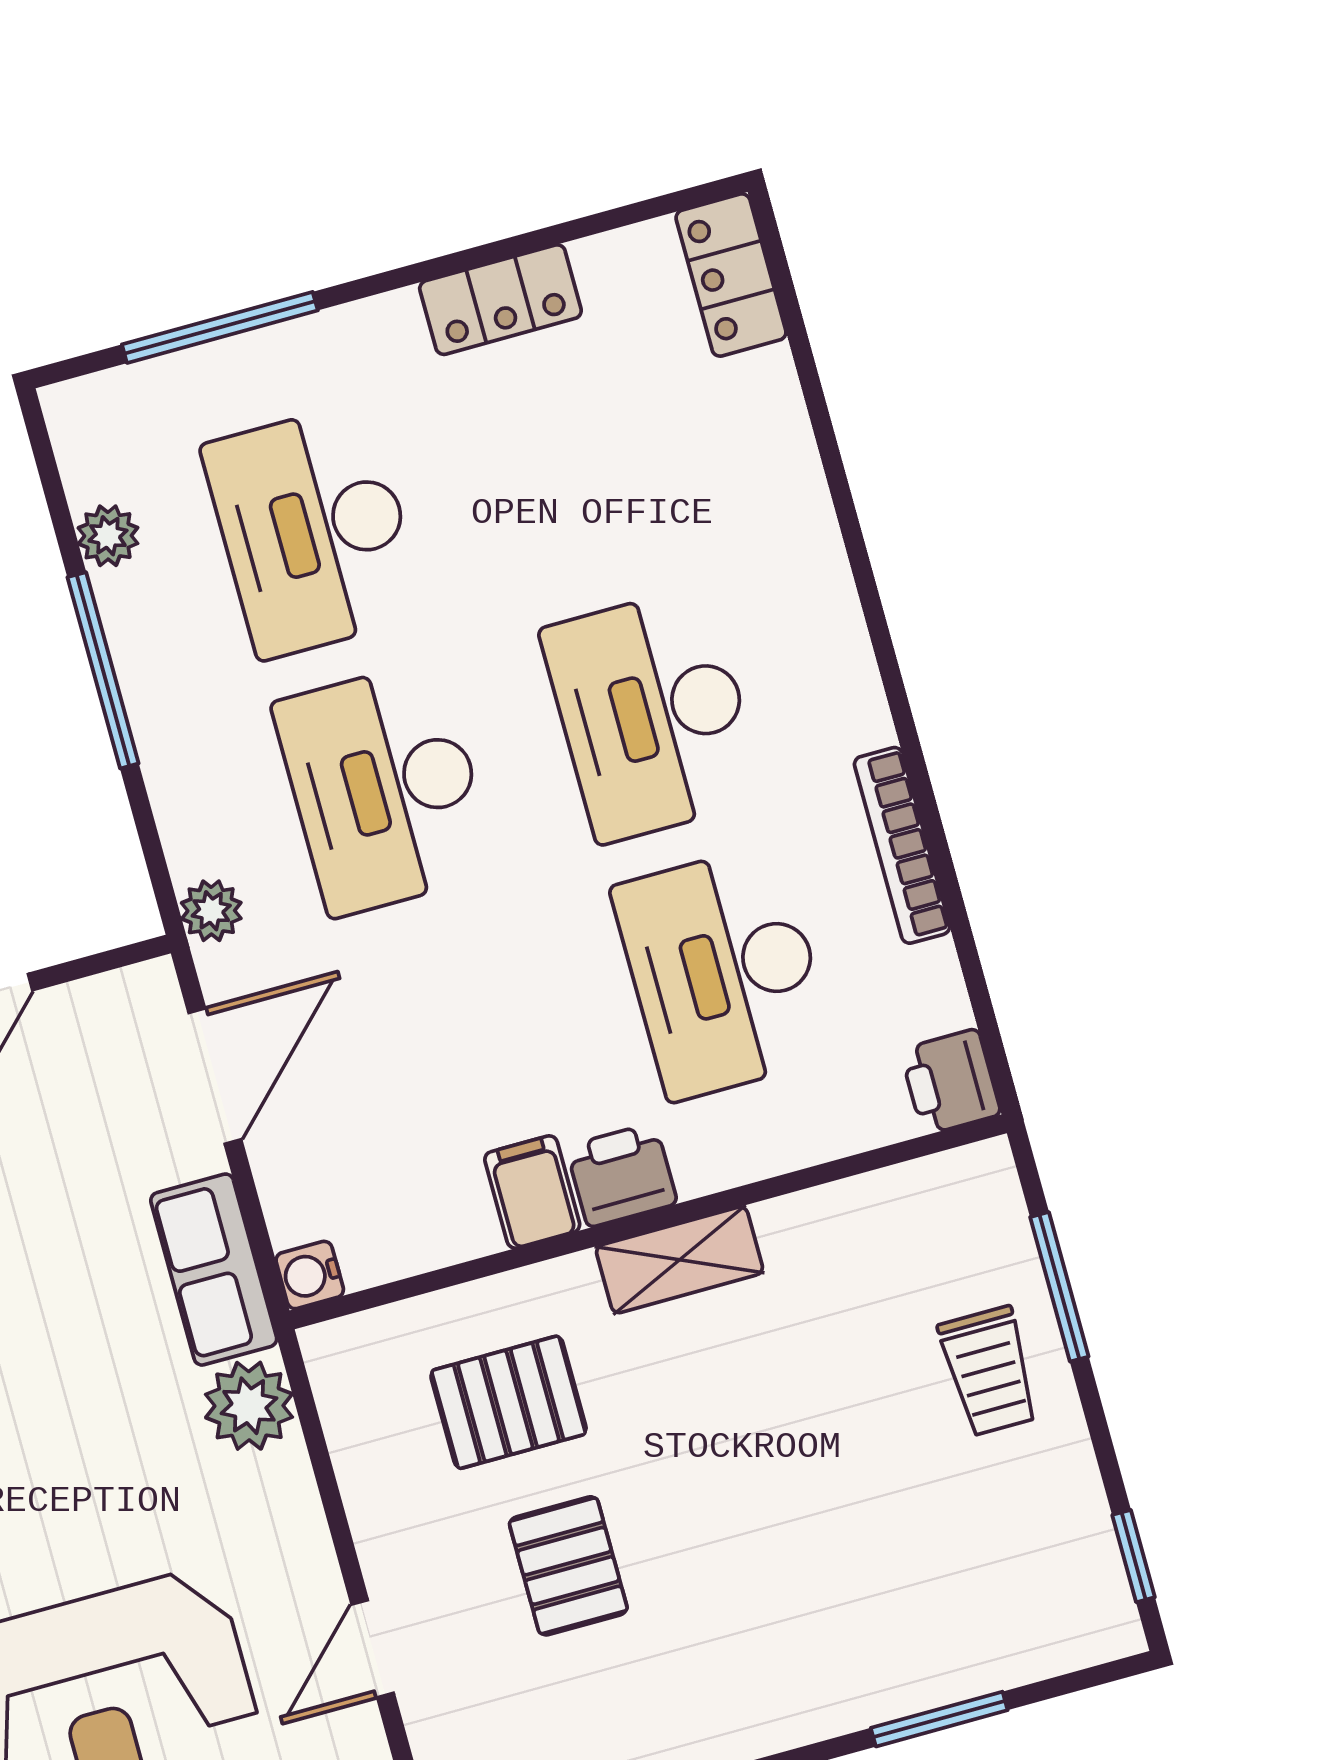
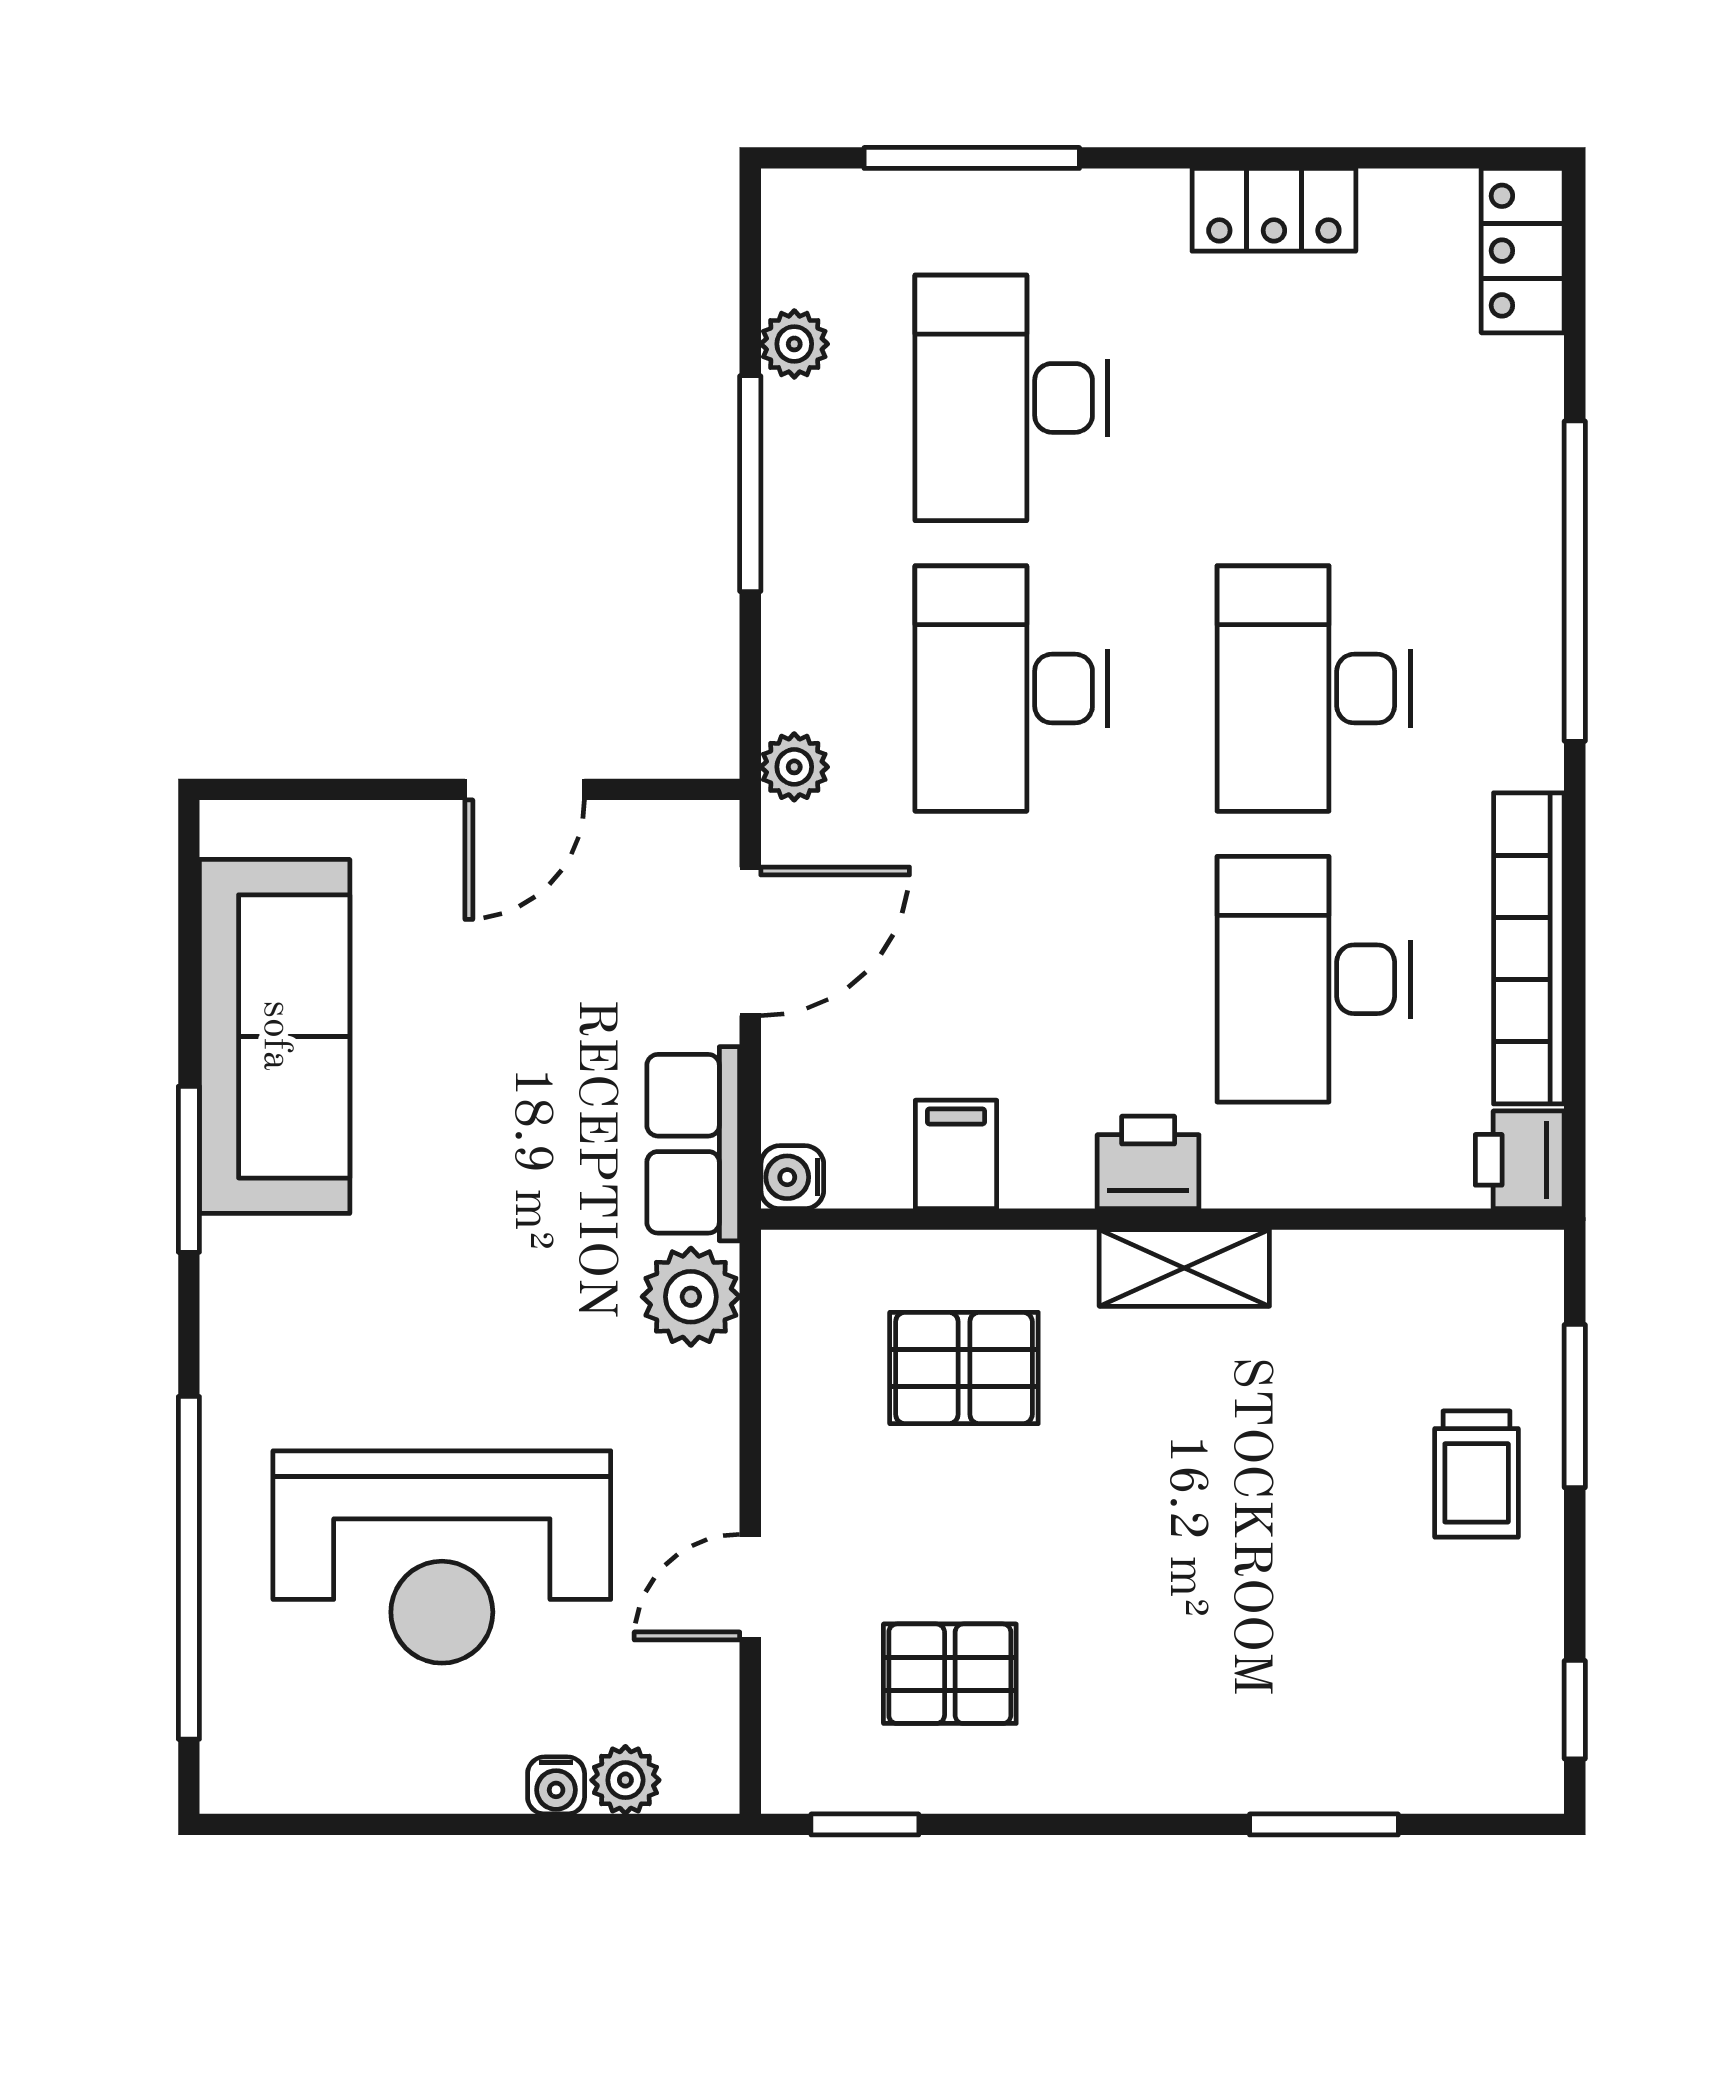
window: (858, 555) -> (1575, 581), added
bookcase: (902, 845) -> (1529, 948), width x1.48, depth x1.31
filing cabinet: (532, 1192) -> (956, 1154), moved
pallet: (568, 1566) -> (950, 1674), moved, turned 90

